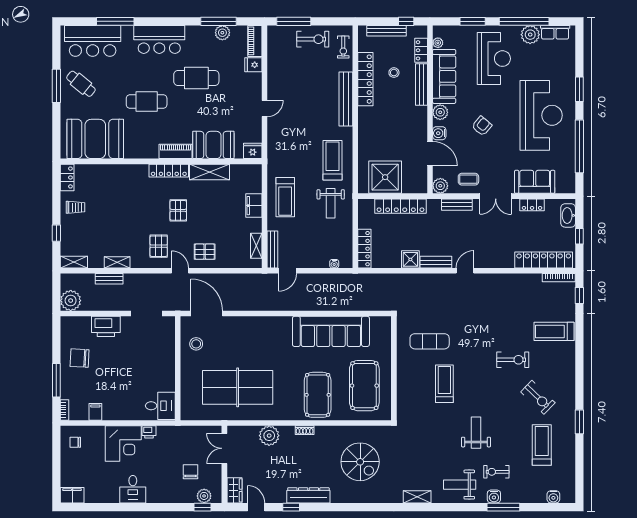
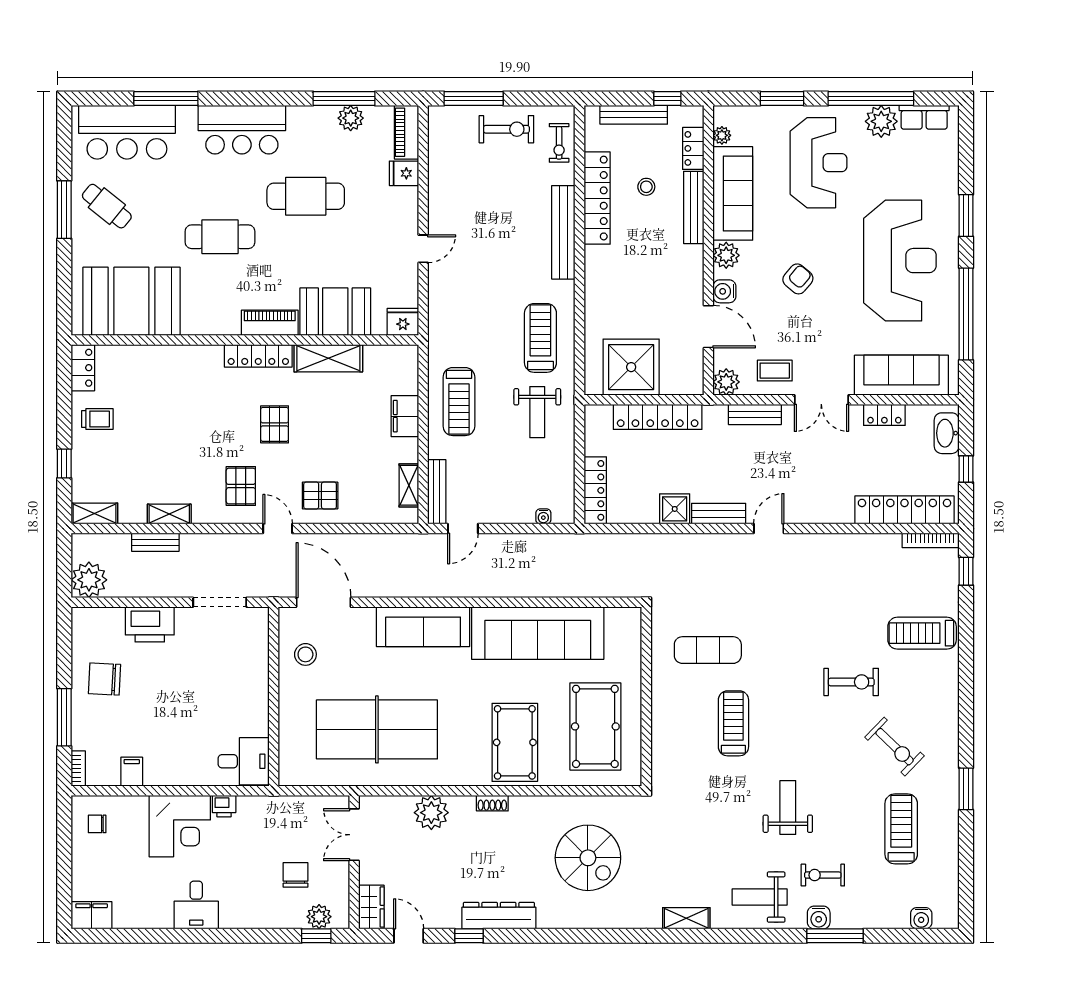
sofa: (535, 182) -> (901, 375), width x1.36
sofa: (264, 328) -> (423, 627), added

